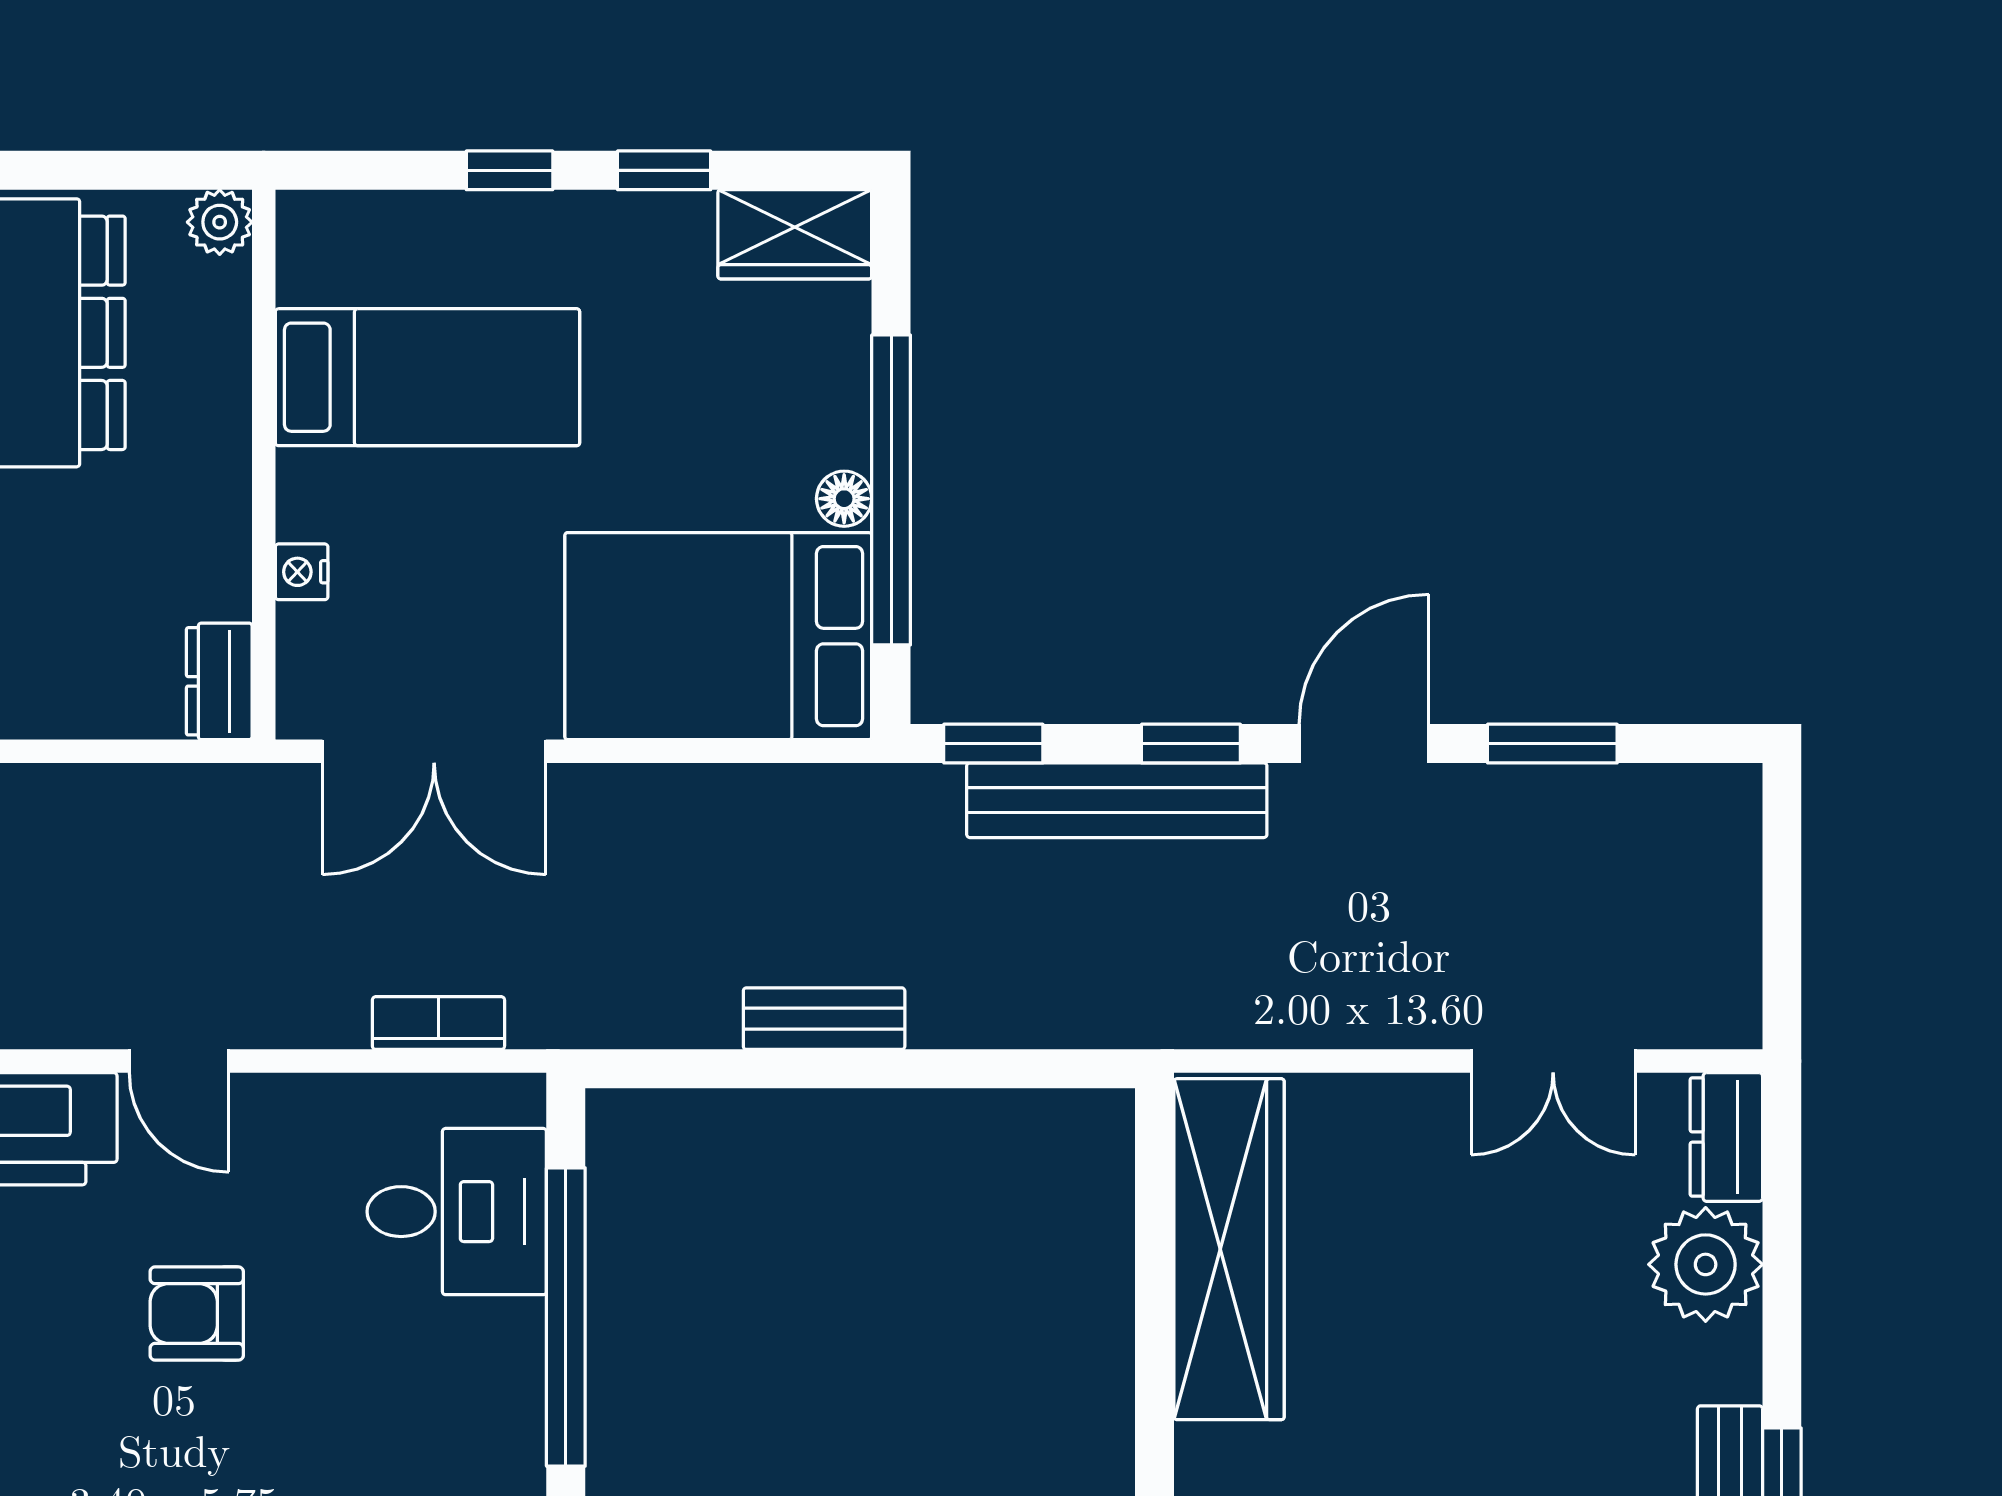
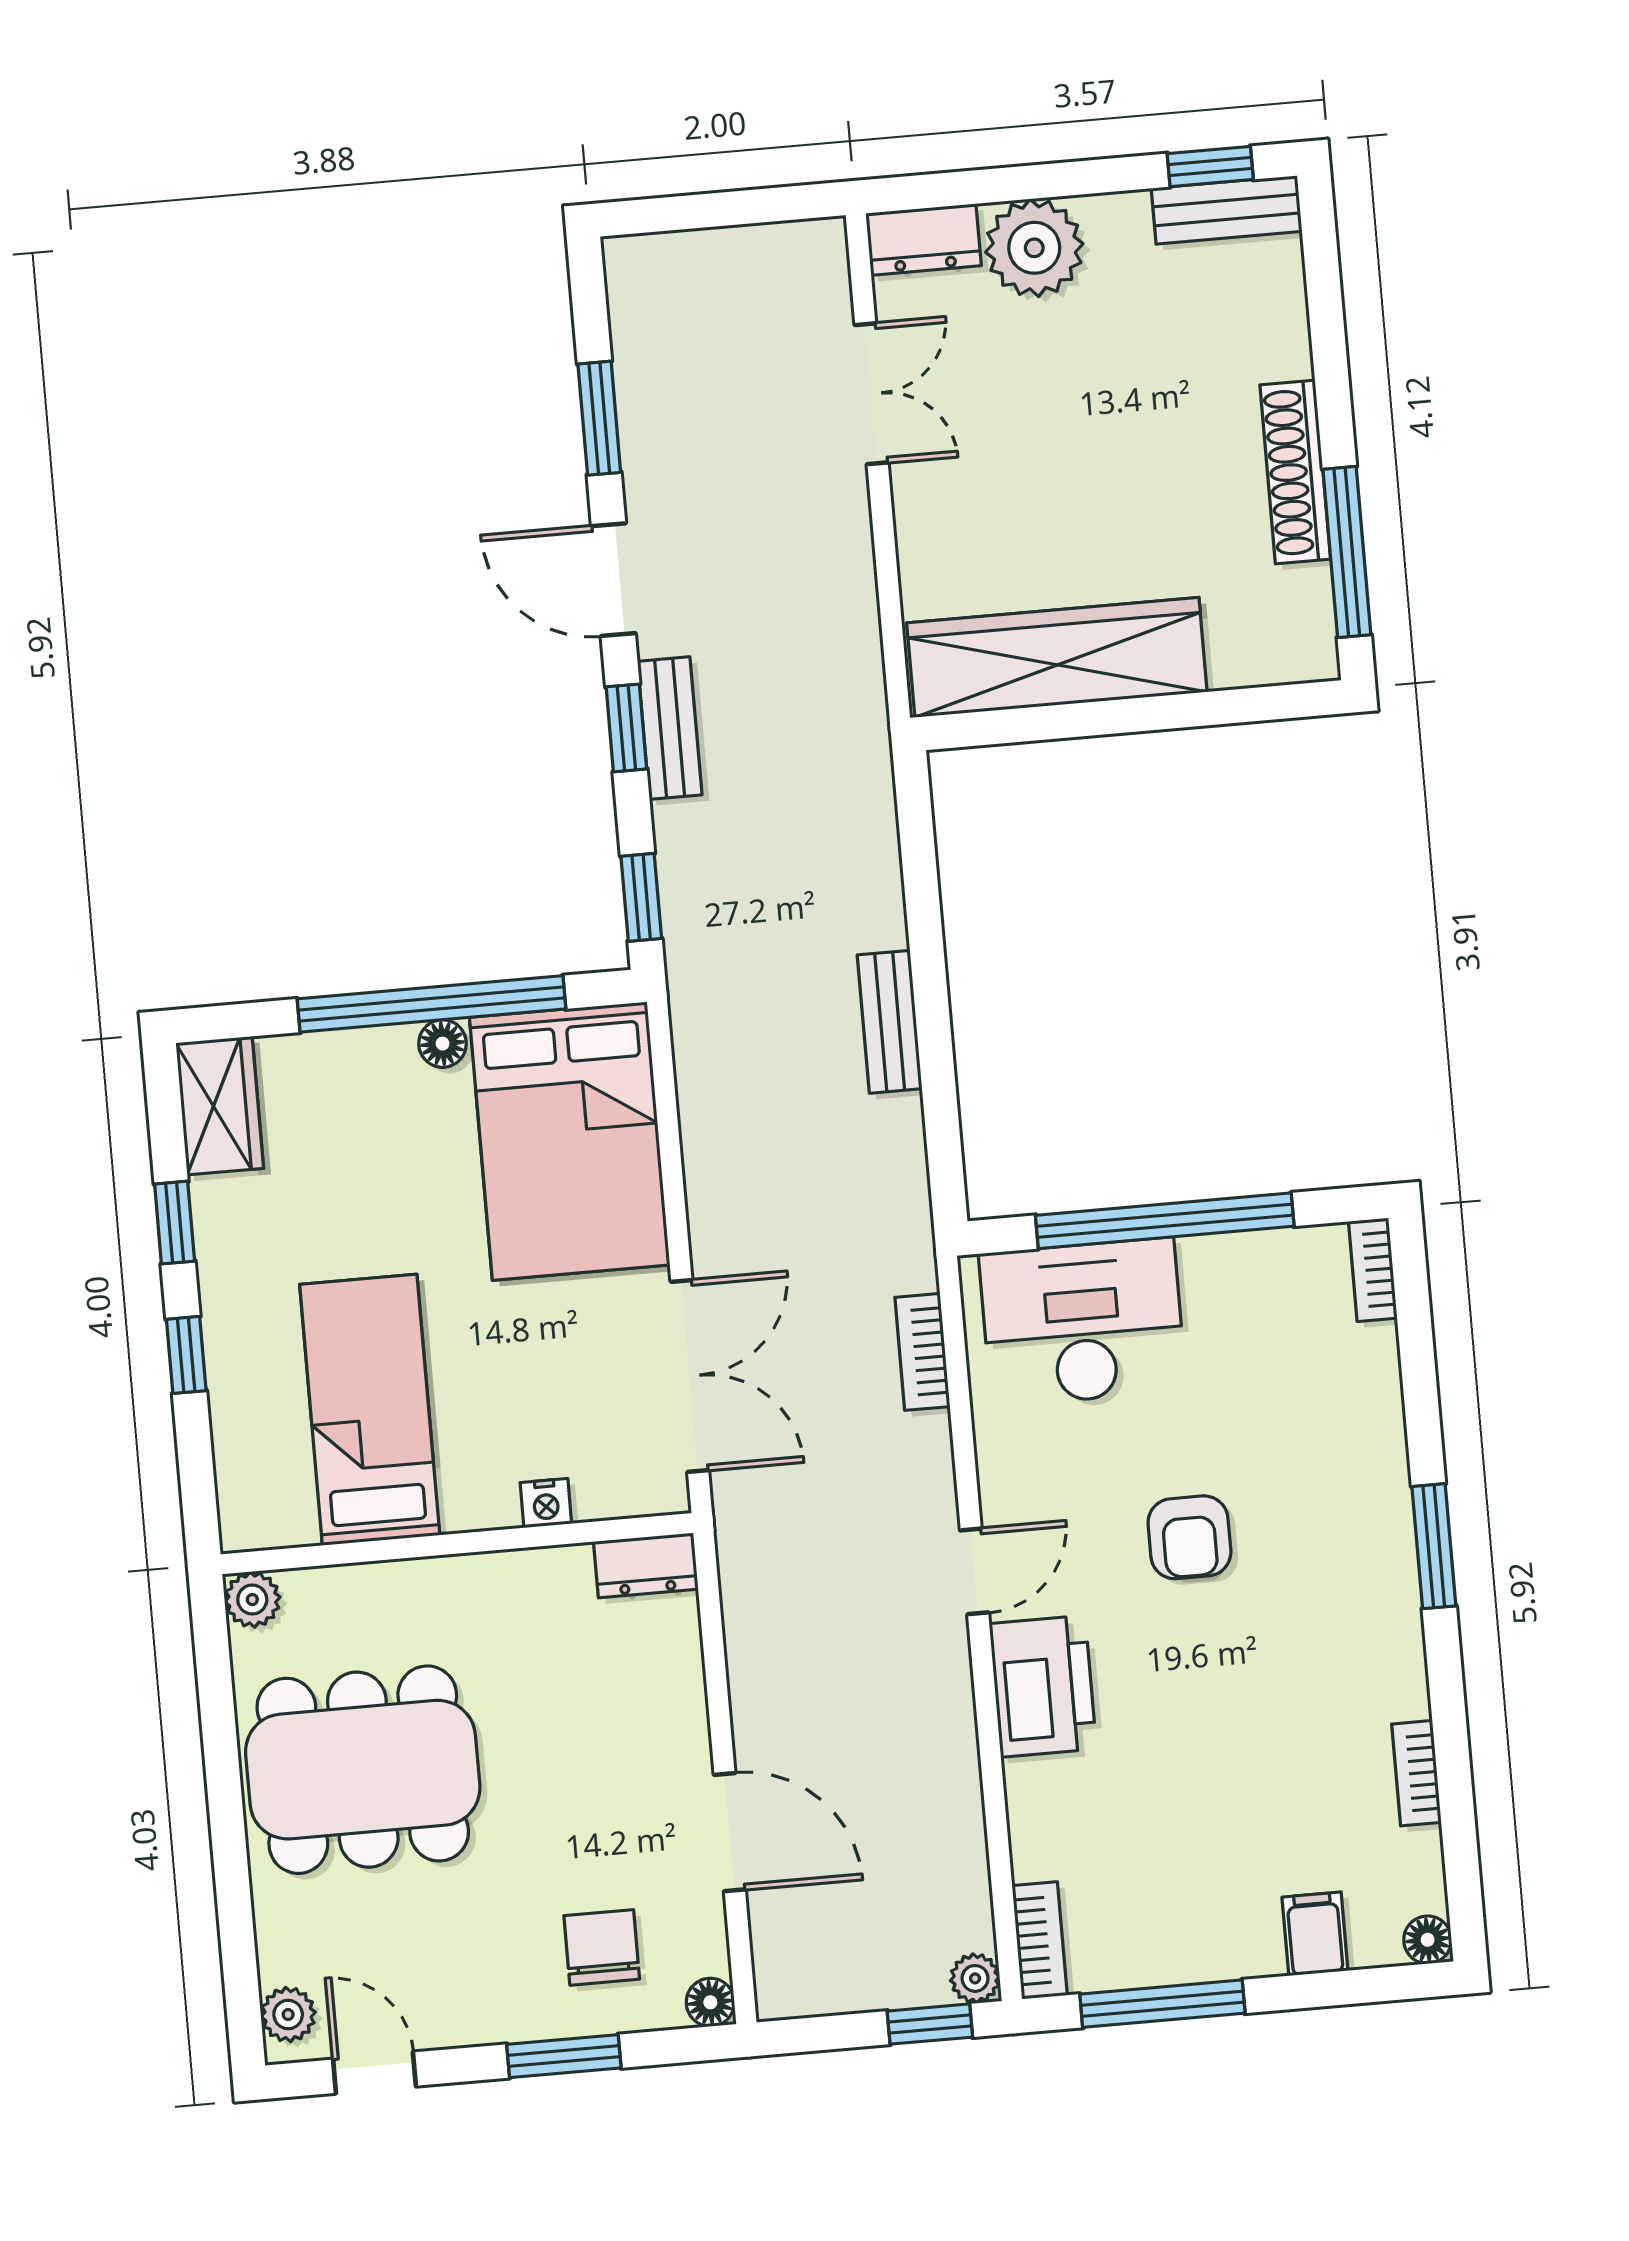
bench: (1117, 800) -> (670, 728), width x0.54, depth x0.82
desk: (457, 1212) -> (1083, 1322), width x1.37

